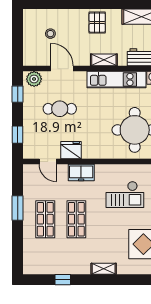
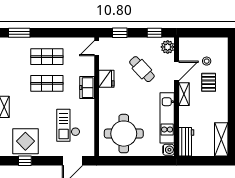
pallet: (97, 23) -> (209, 82), moved, turned 90
shelving: (104, 60) -> (184, 94), moved
cafe table: (60, 109) -> (142, 69), turned -43
door: (48, 161) -> (97, 48), moved
window: (18, 208) -> (19, 33), moved

